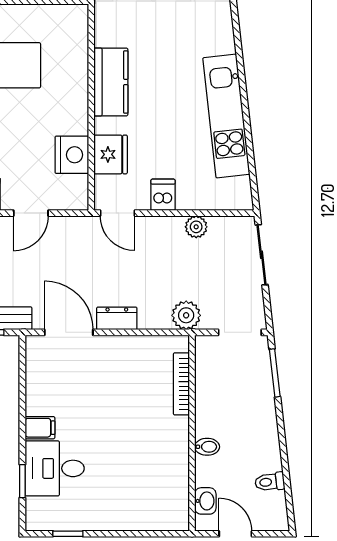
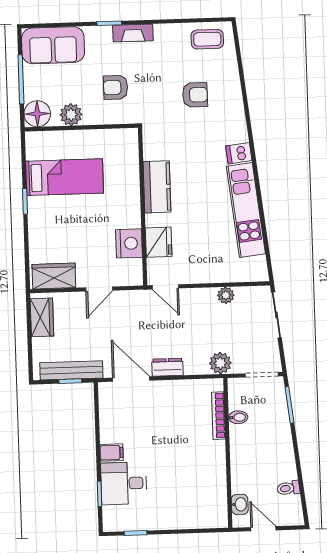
dishwasher: (163, 195) -> (239, 153), moved, turned -96
bidet: (207, 447) -> (238, 417), moved

